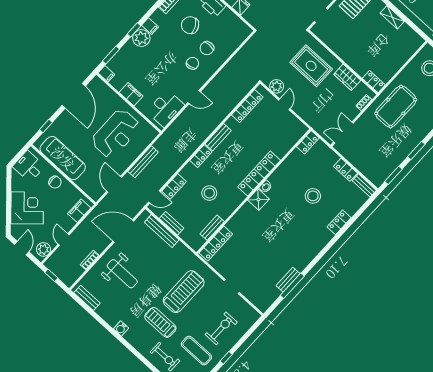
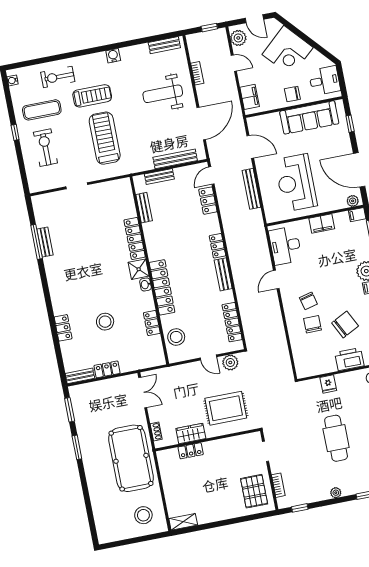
shelving: (392, 17) -> (183, 522), moved
locker: (374, 82) -> (191, 451), moved
plant: (99, 84) -> (353, 201), added
pool table: (396, 107) -> (131, 458), width x1.36, depth x1.32
locker: (308, 142) -> (152, 323), moved
stool: (209, 193) -> (176, 337), moved
bench: (172, 223) -> (159, 176), moved
locker: (216, 244) -> (135, 238), moved
treadmill: (184, 292) -> (105, 138), turned 180
exercise bike: (221, 328) -> (45, 148), turned 180

